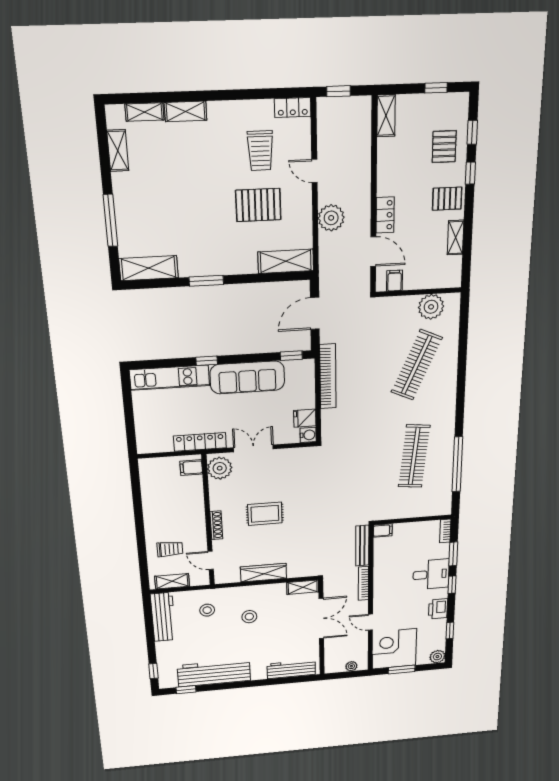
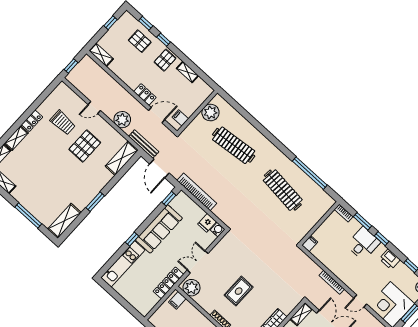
locker: (293, 108) -> (32, 121), moved
clothes rail: (417, 365) -> (234, 145), turned -30
bench: (362, 546) -> (144, 144), moved

